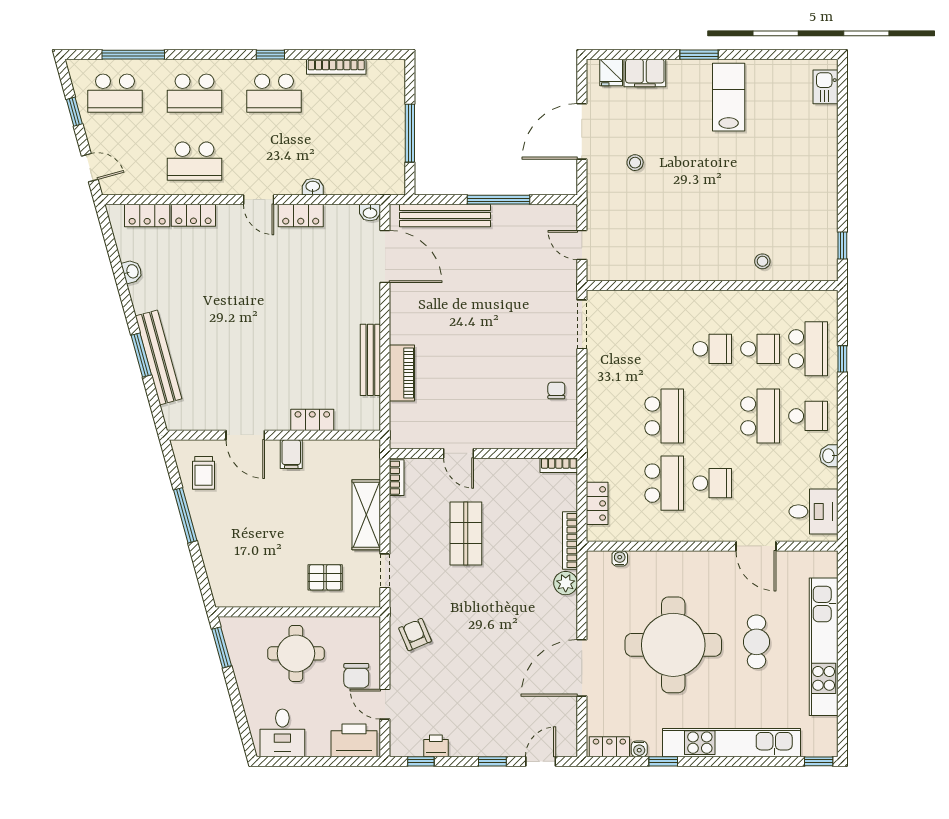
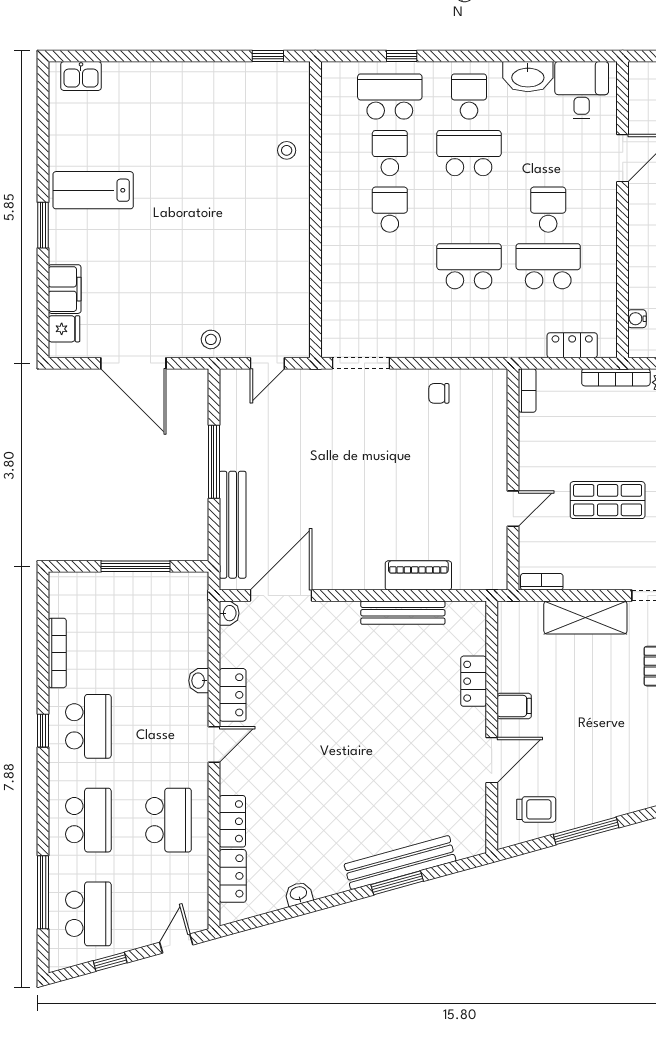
stool: (635, 163) -> (211, 339), moved
washbasin: (829, 456) -> (528, 77), width x1.91, depth x1.45

